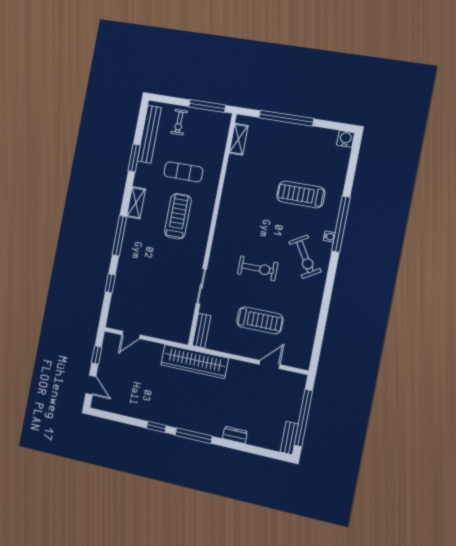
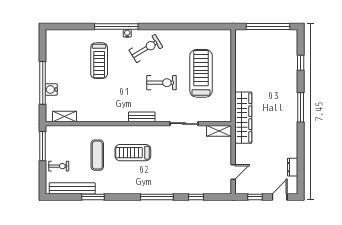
water cooler: (346, 139) -> (51, 89), moved
shelving: (136, 203) -> (219, 131), moved
exercise bike: (258, 268) -> (162, 83), turned 90
treadmill: (260, 320) -> (201, 73), width x1.37, depth x1.38
bench: (202, 331) -> (142, 117), moved
door: (131, 335) -> (233, 172), hinge flipped
door: (270, 364) -> (233, 60), removed
window: (156, 427) -> (301, 63), moved
dresser: (235, 435) -> (293, 167), moved
bench: (289, 438) -> (285, 34), removed

